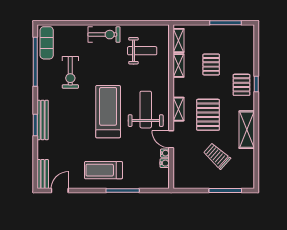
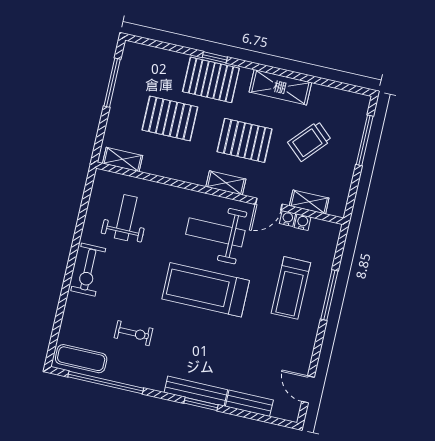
exercise bike: (104, 35) -> (88, 270), turned 180
pallet: (211, 64) -> (170, 118), width x1.50, depth x1.42
shelving: (178, 66) -> (309, 202), moved
exercise bike: (70, 72) -> (134, 333), width x0.73, depth x0.72
pallet: (241, 85) -> (211, 80), width x1.50, depth x1.42
treadmill: (103, 170) -> (291, 288), moved
bench: (43, 174) -> (249, 403), moved

